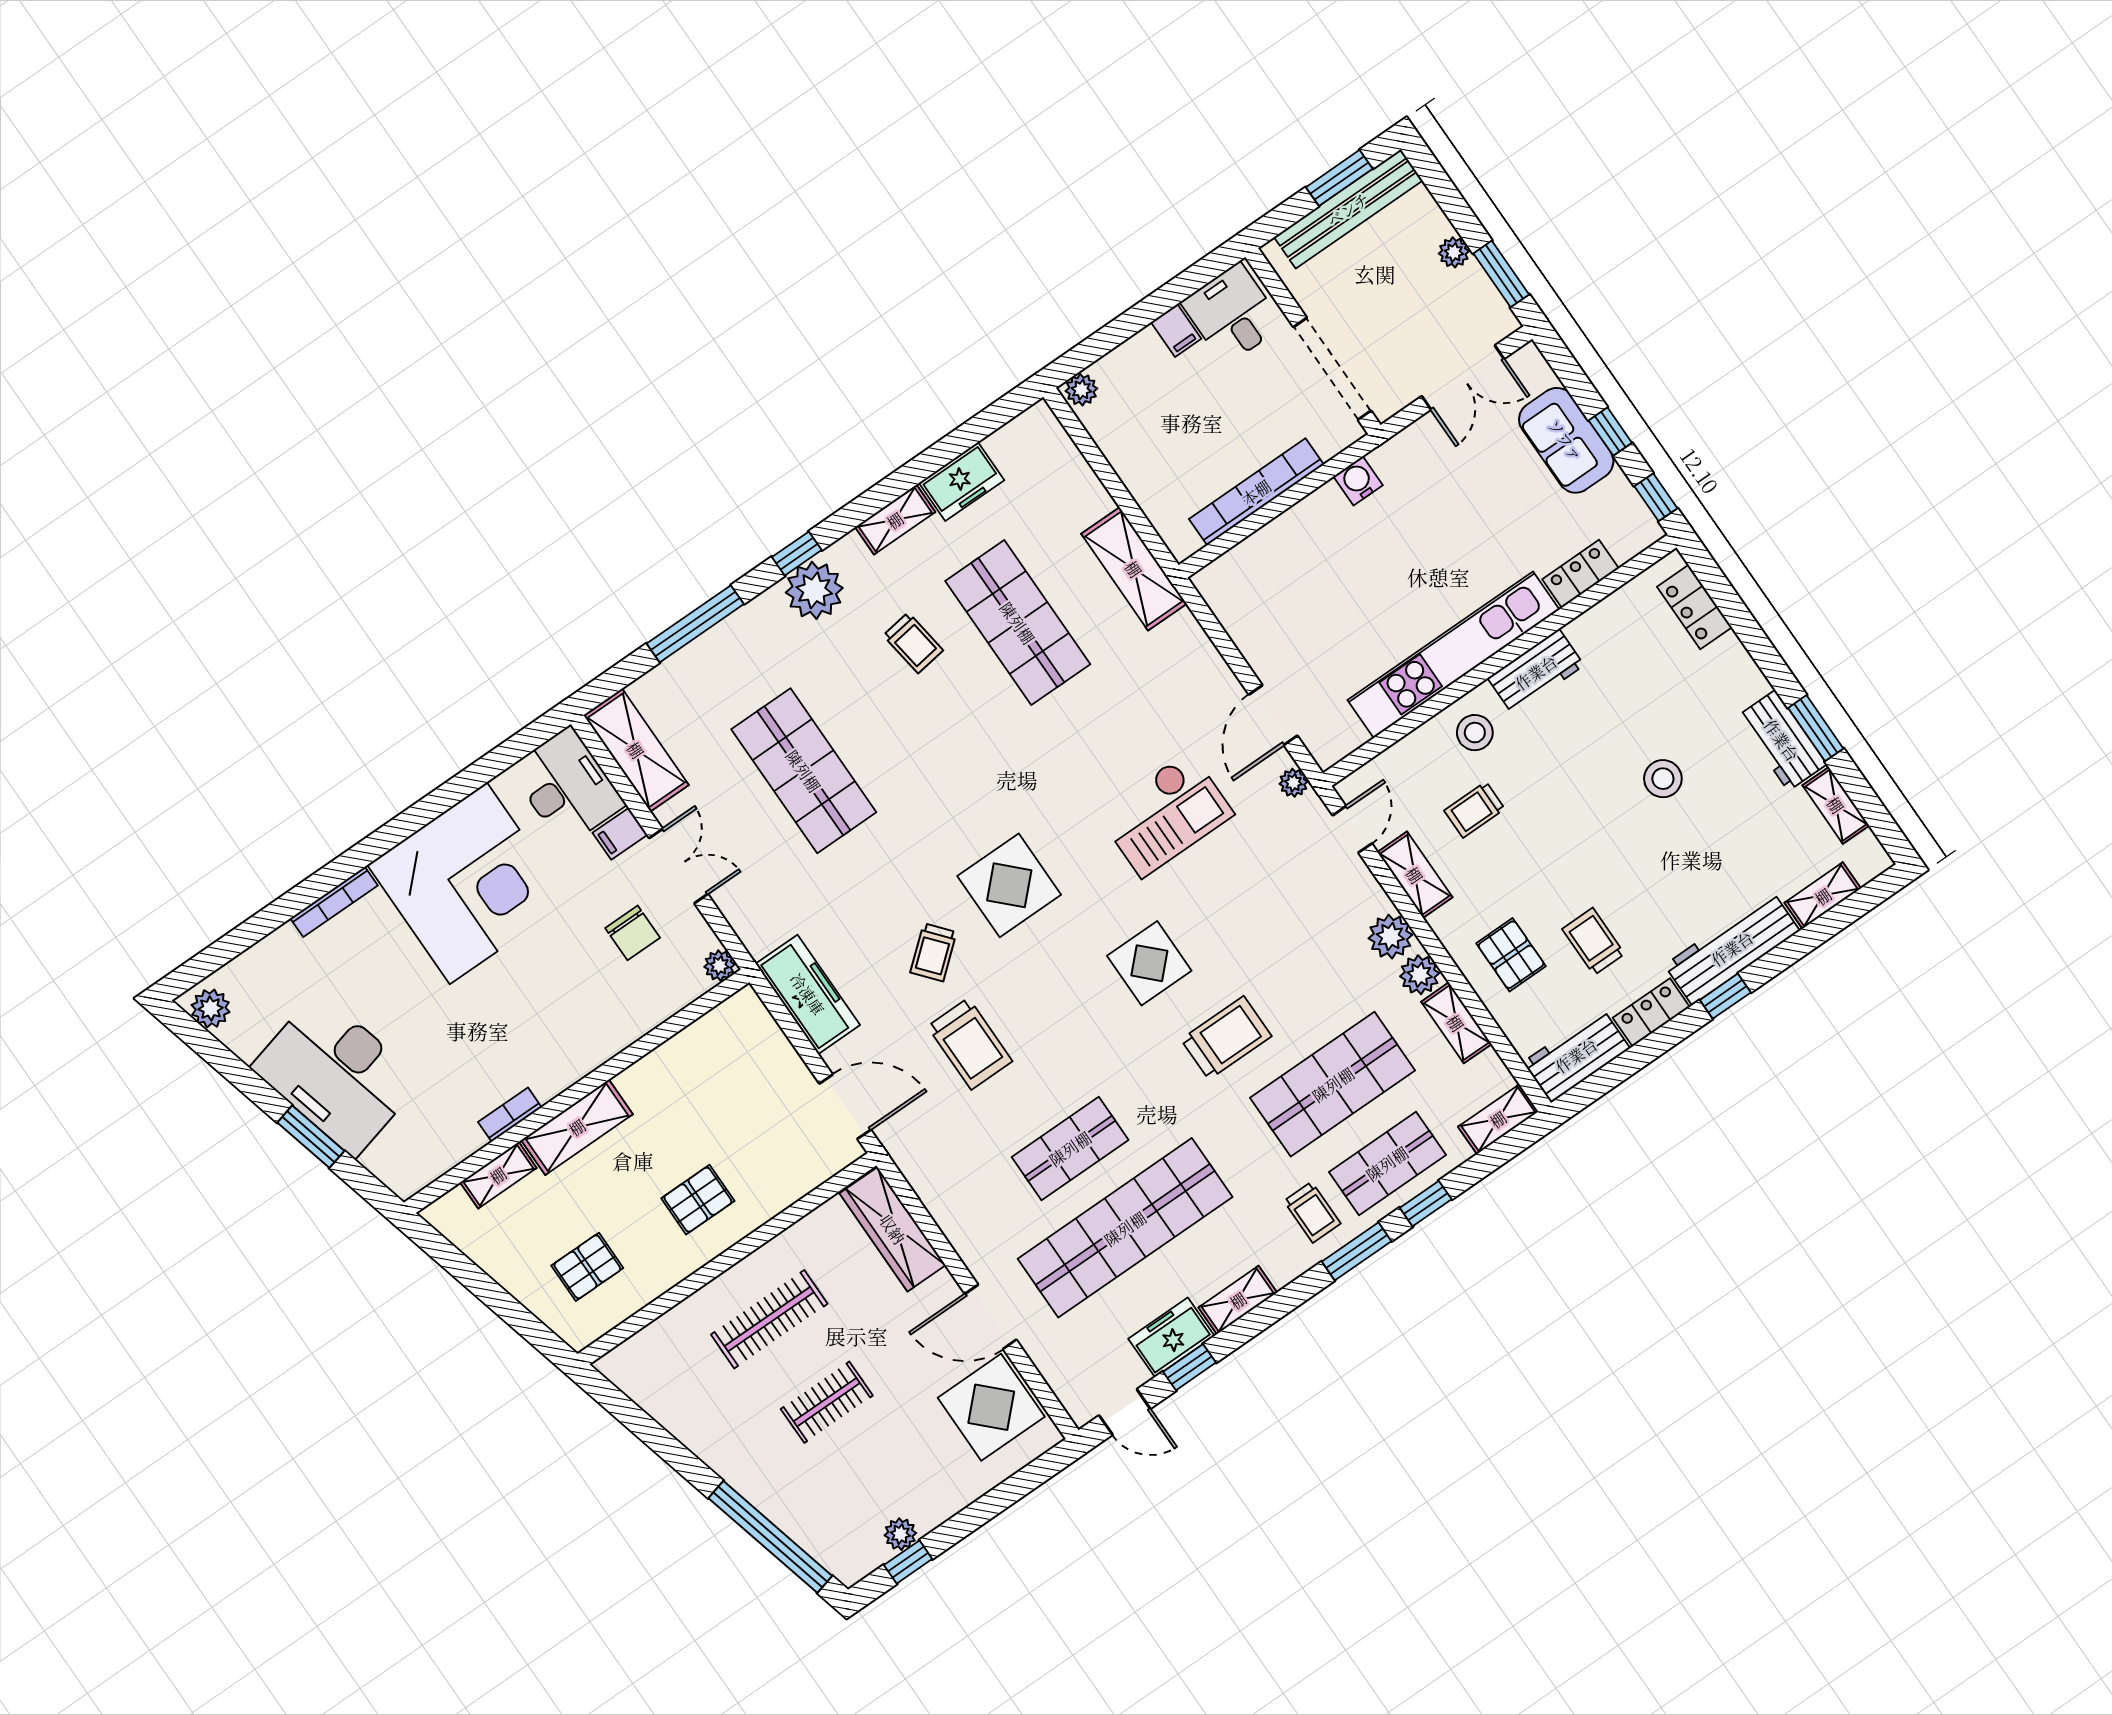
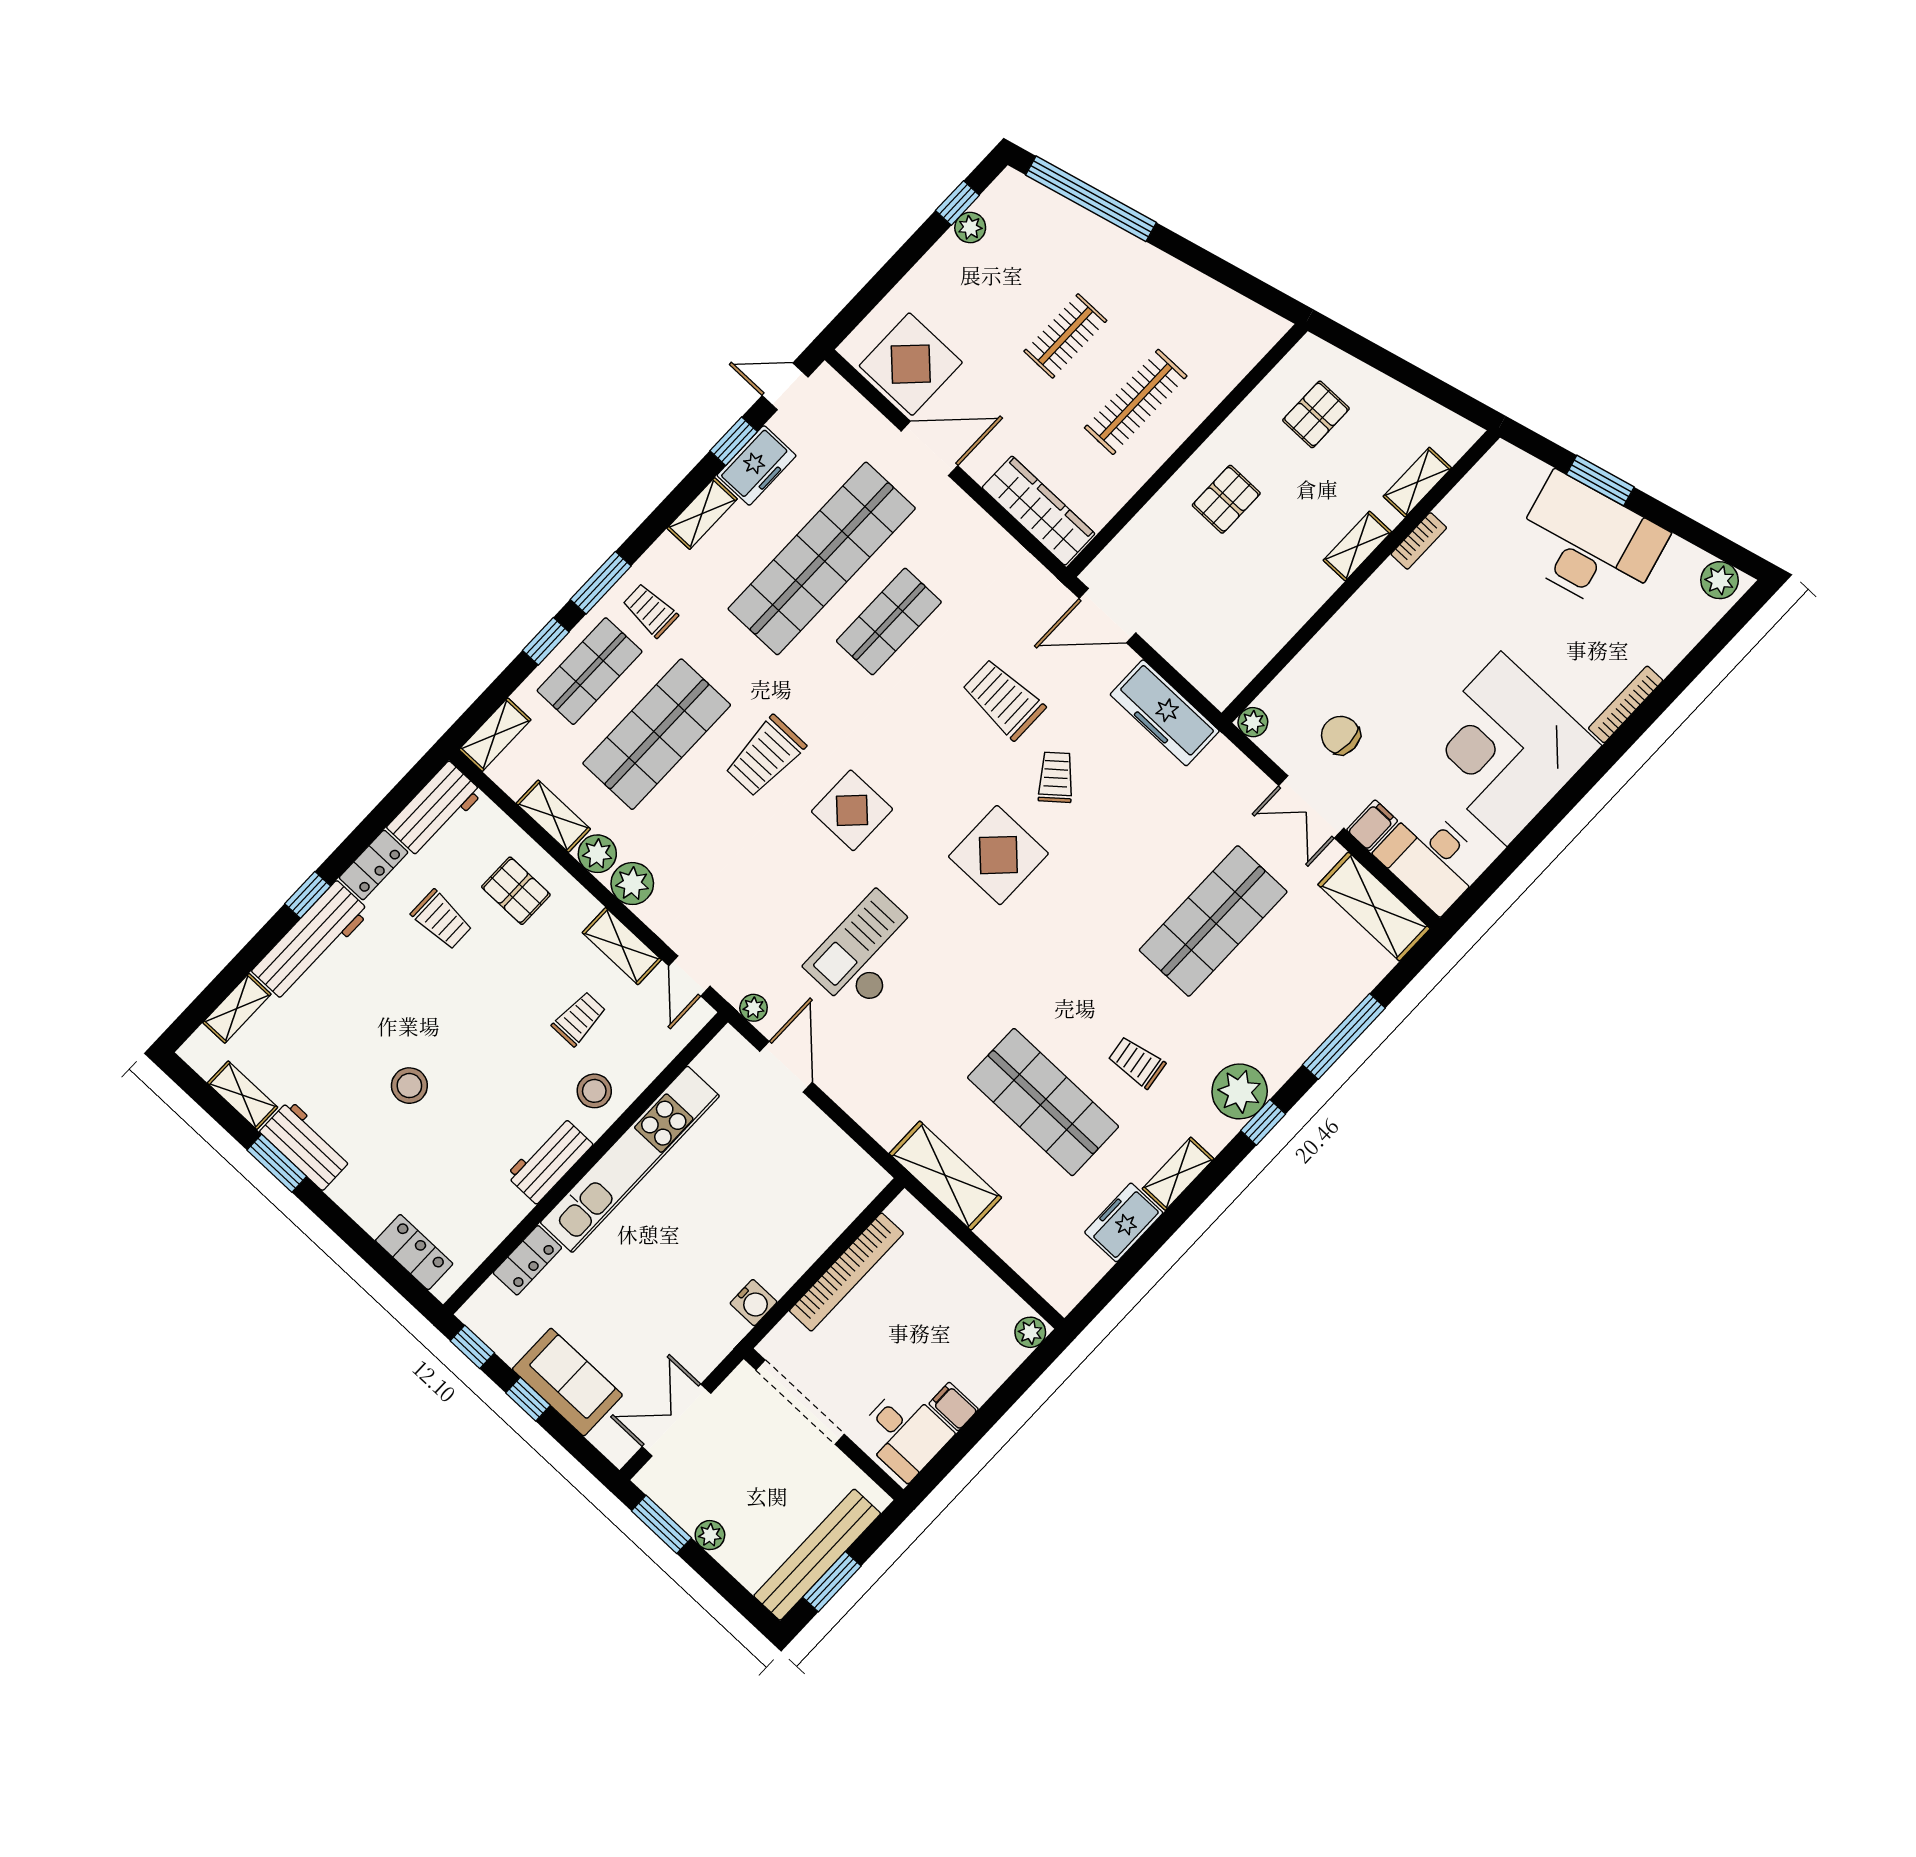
shop shelf: (804, 771) -> (1213, 921), turned 90
shelving: (577, 1127) -> (1357, 546), width x0.67, depth x0.75

